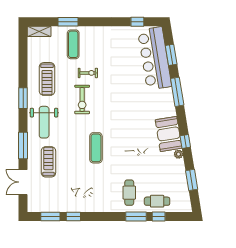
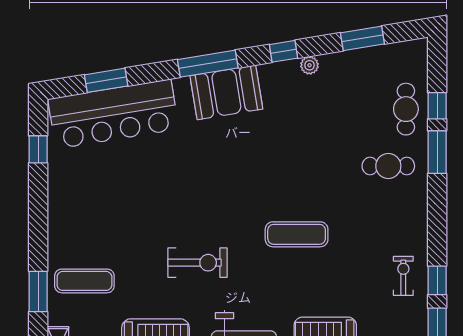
exercise bike: (88, 73) -> (403, 276), moved
window: (177, 92) -> (208, 64), moved
booth: (169, 134) -> (226, 92), moved

